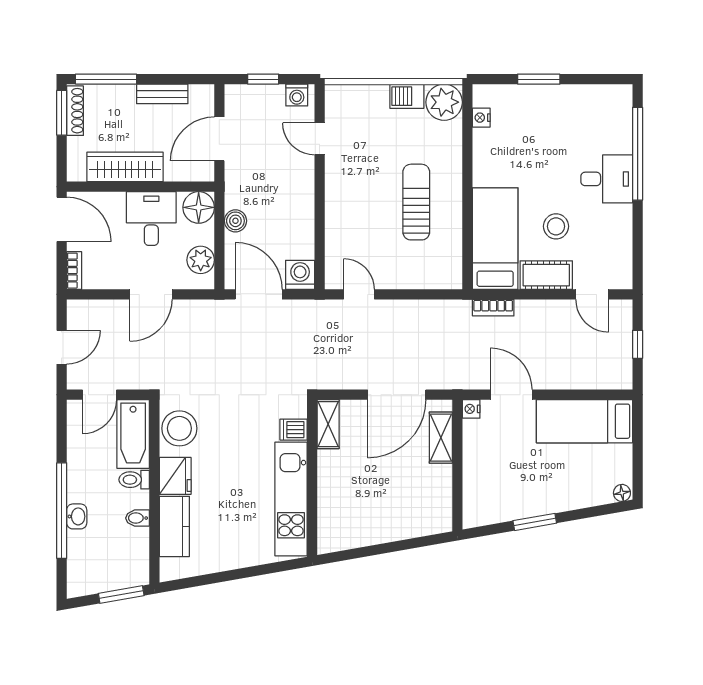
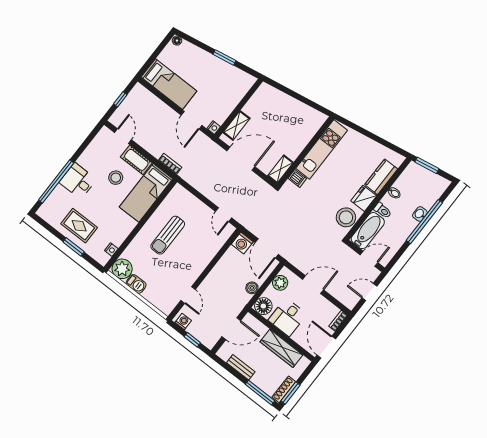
rug: (555, 116) -> (79, 226), added

